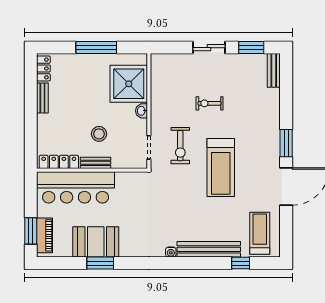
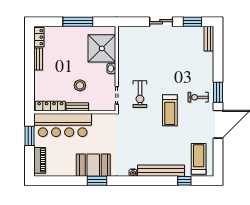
exercise bike: (210, 103) -> (198, 97), moved
treadmill: (221, 168) -> (170, 110), width x0.73, depth x0.73
window: (31, 231) -> (30, 136), moved
booth: (96, 242) -> (93, 165), moved
window: (100, 263) -> (97, 181), moved

